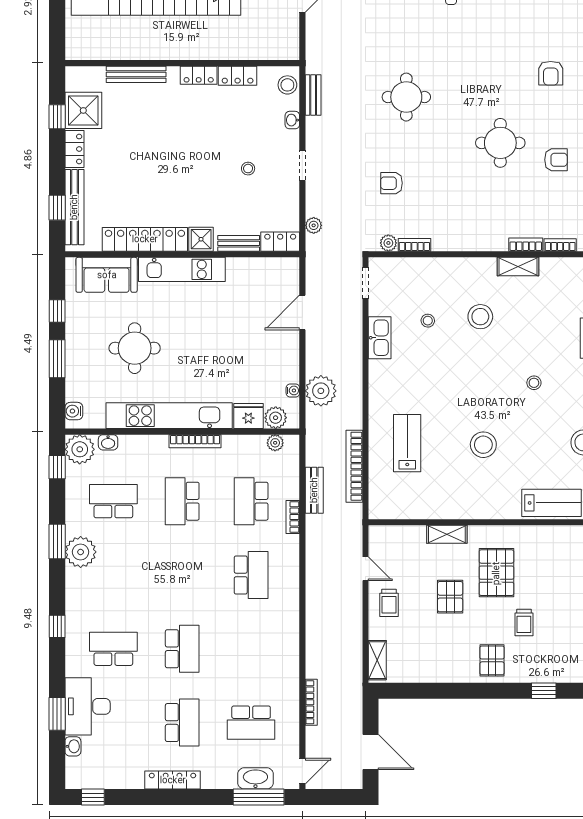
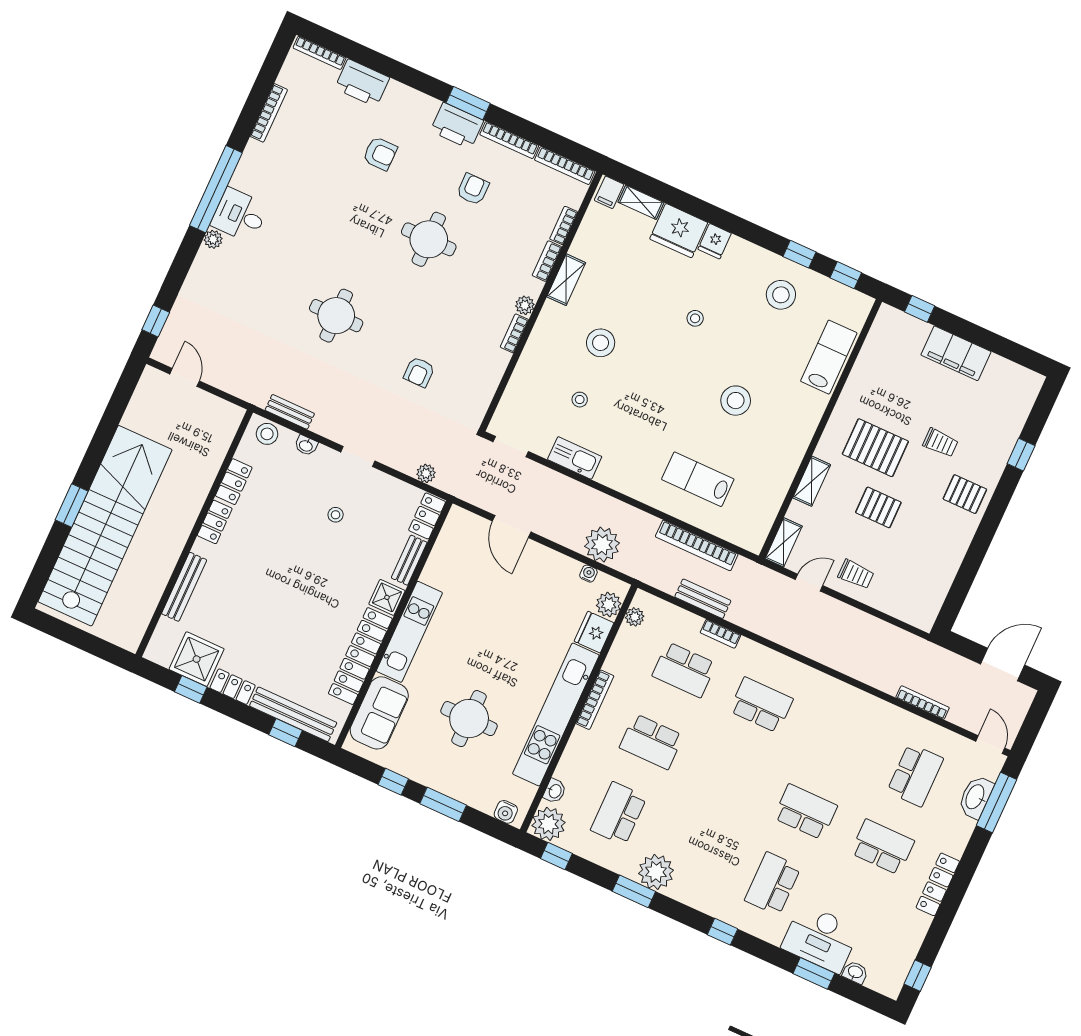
plant: (388, 243) -> (525, 305), moved
bookcase: (414, 245) -> (514, 333), moved
shelving: (377, 660) -> (784, 542), moved, turned 90

